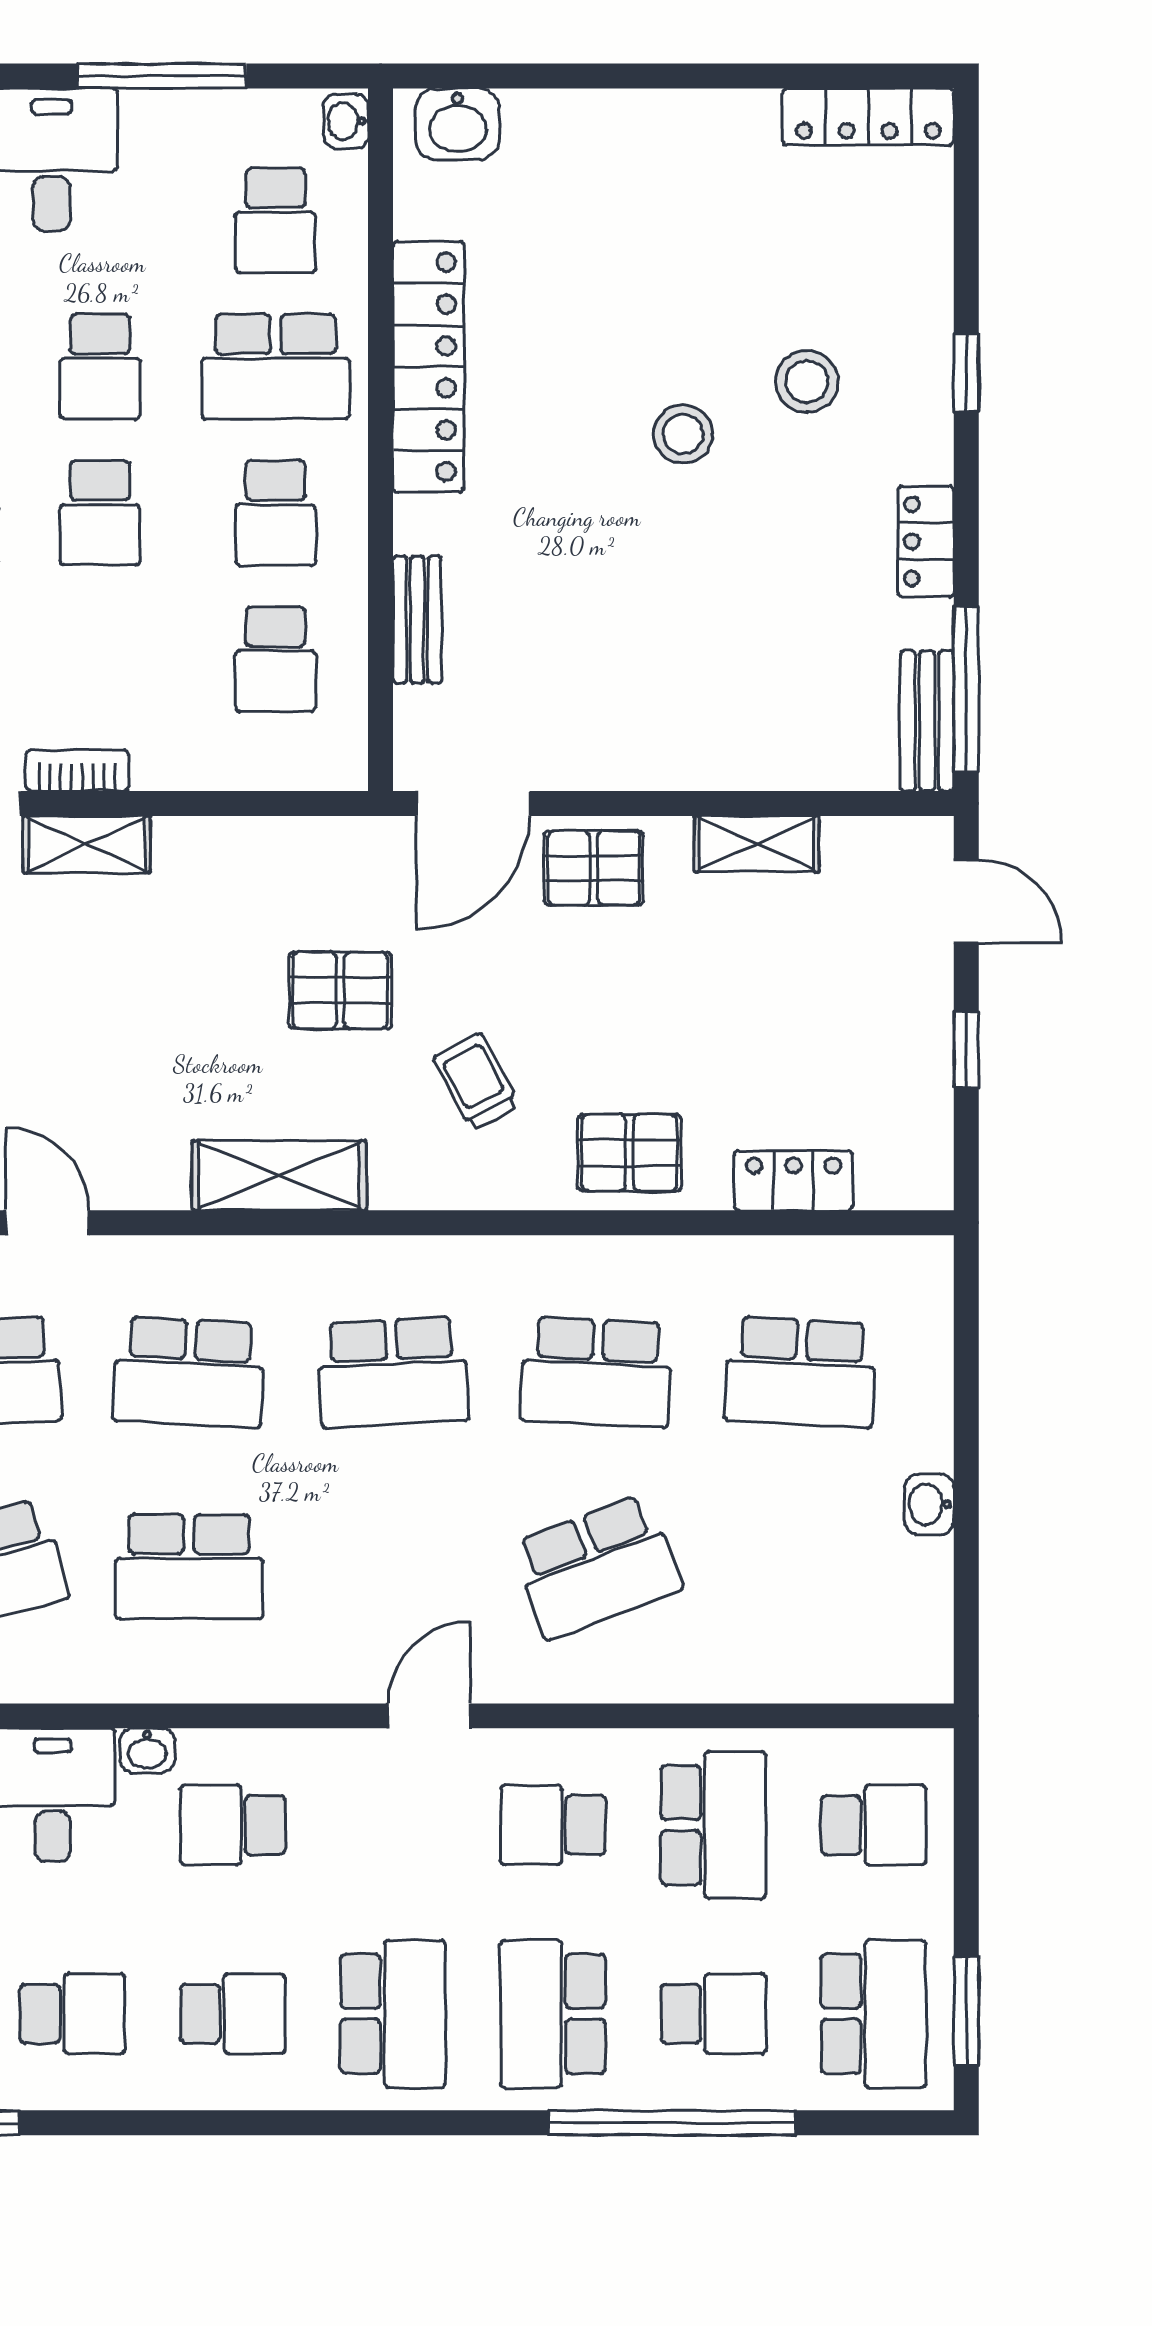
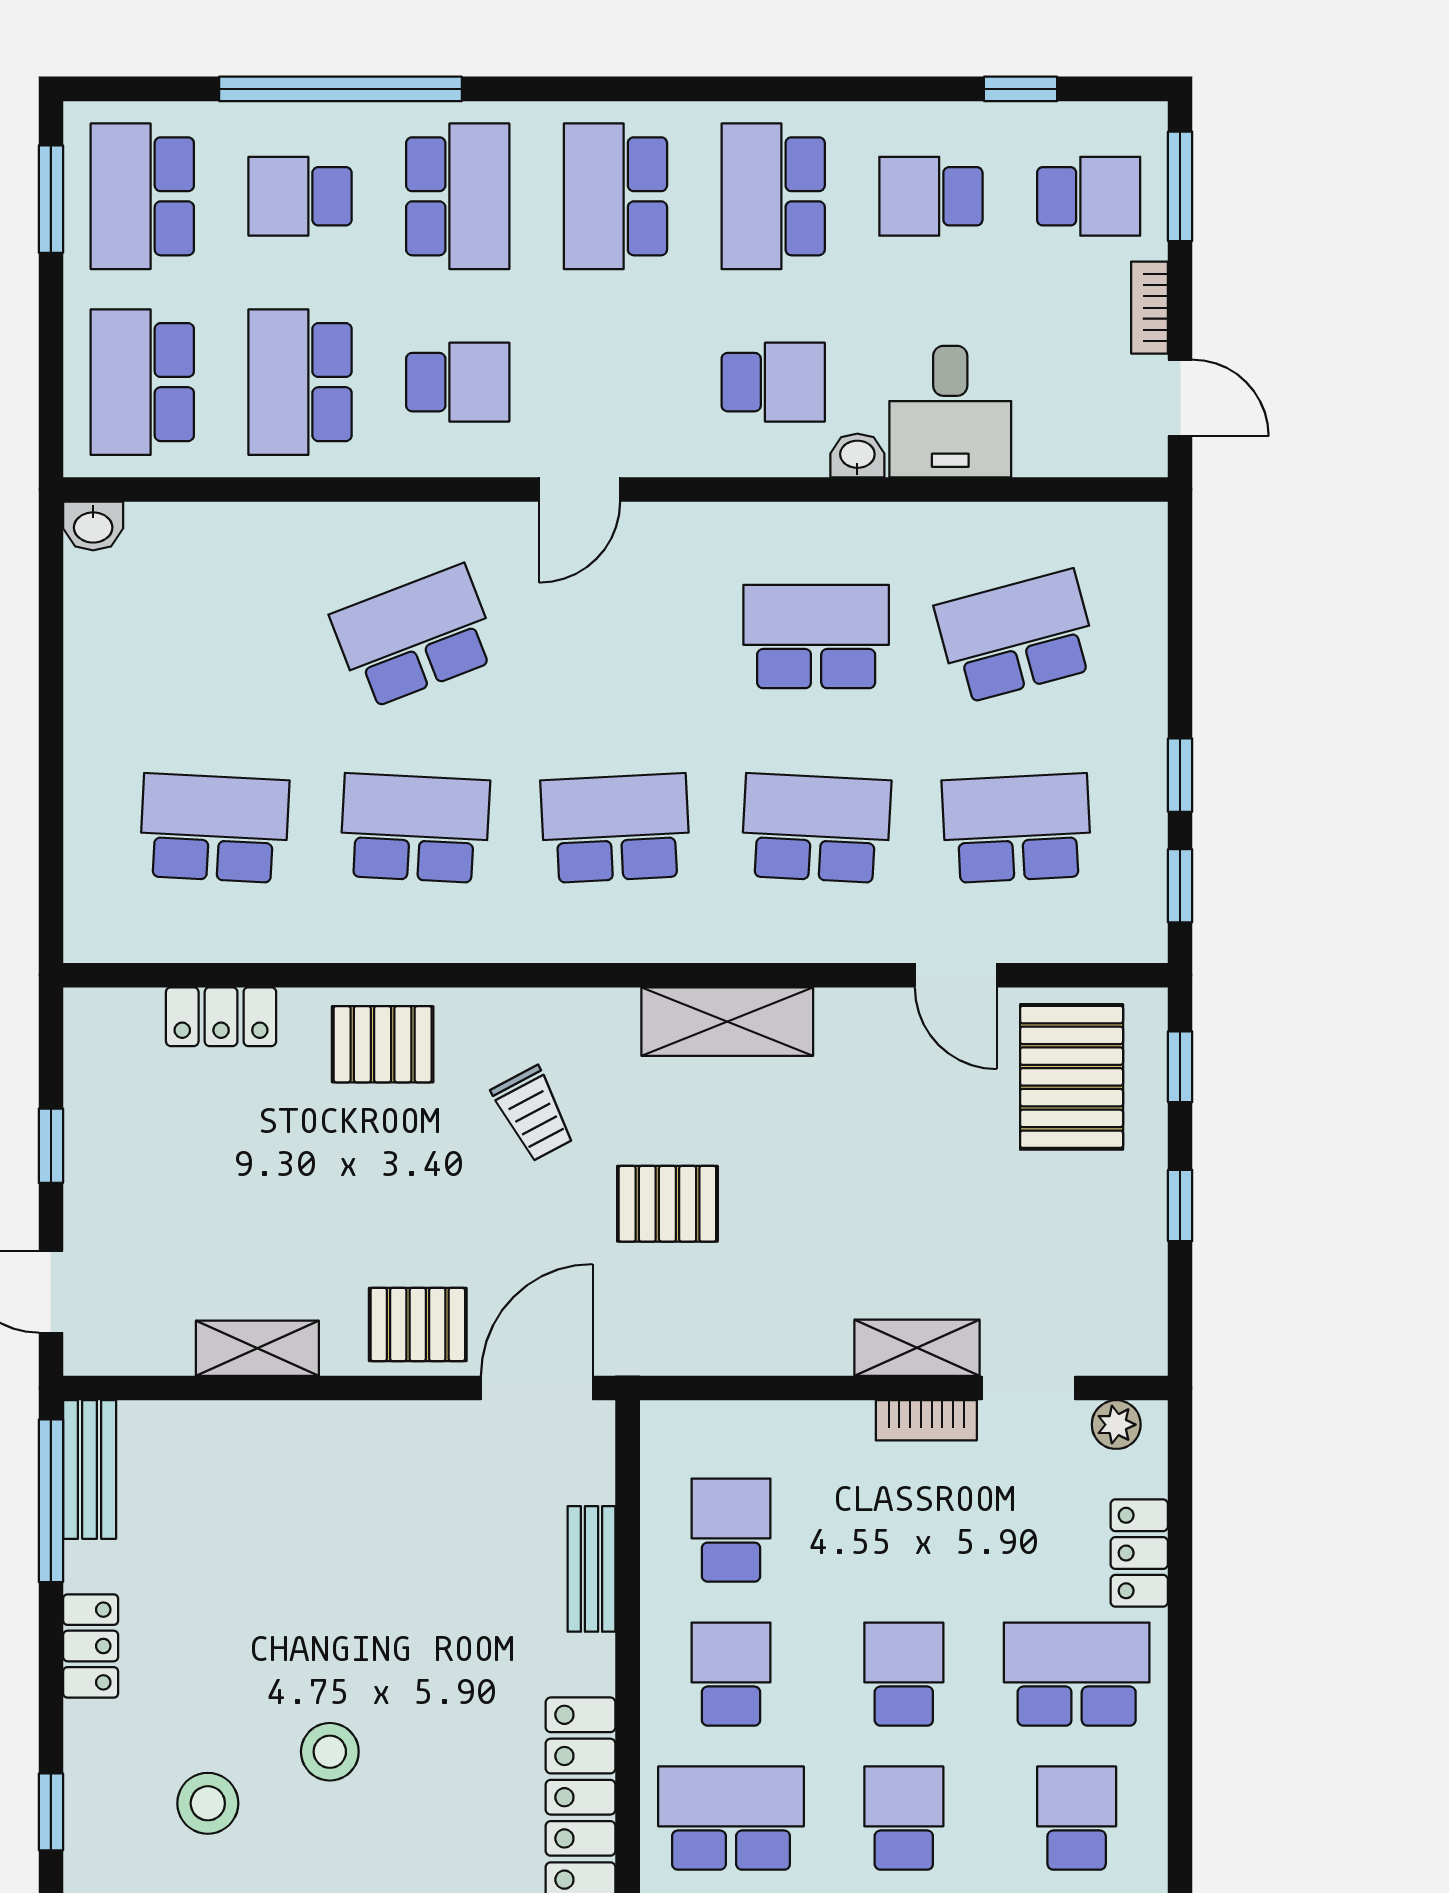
washbasin: (929, 1504) -> (93, 526), moved, turned 90
school desk: (873, 1825) -> (142, 382), width x1.85
school desk: (233, 2014) -> (773, 196), width x1.85

